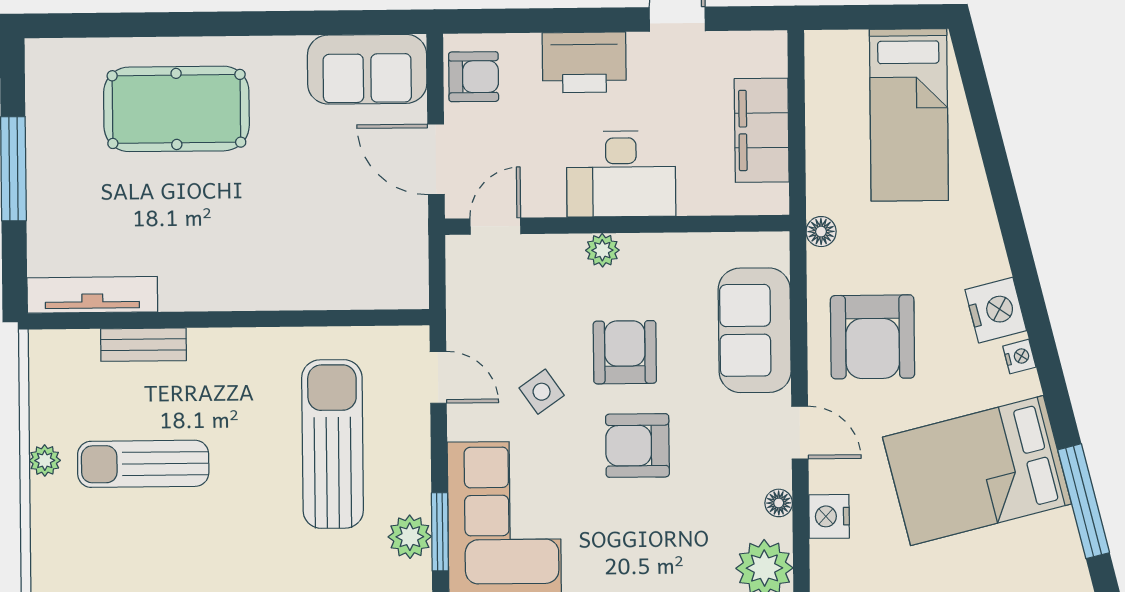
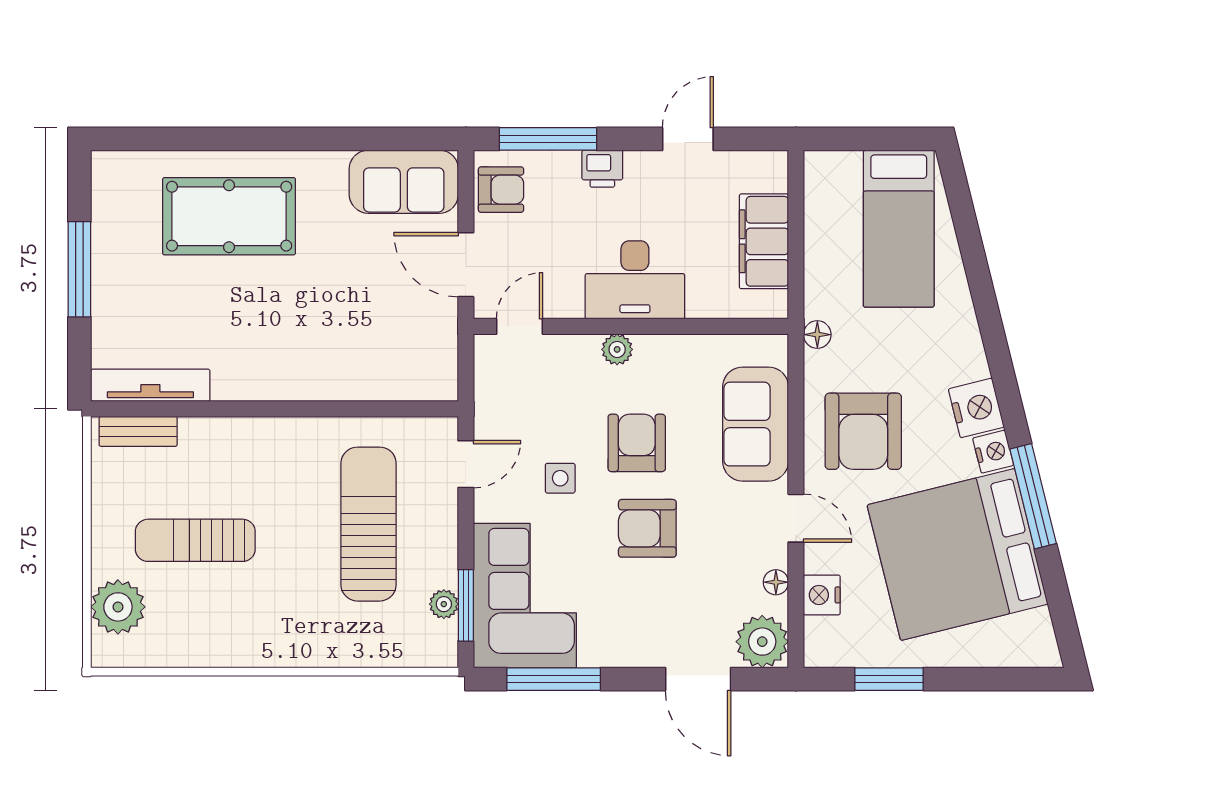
window: (524, 21) -> (548, 139), added
printer: (584, 62) -> (602, 169), width x0.53, depth x0.68
bench: (143, 345) -> (138, 431), moved
nightstand: (1019, 357) -> (993, 452), width x1.39, depth x1.35
door: (438, 377) -> (466, 464), hinge flipped
side table: (542, 392) -> (560, 478), turned 35
plant: (45, 460) -> (118, 607), moved, width x1.87, depth x1.87
bed: (977, 471) -> (958, 554), width x1.36
window: (1084, 501) -> (1033, 496), moved
plant: (410, 537) -> (444, 604), width x0.73, depth x0.73

